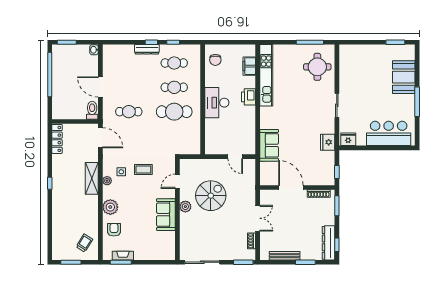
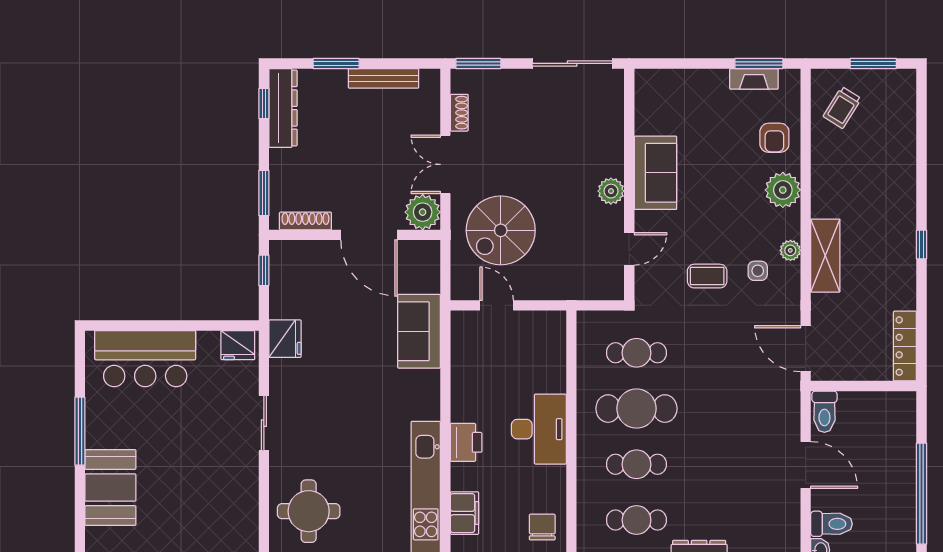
toilet: (89, 61) -> (832, 524), added
cafe table: (129, 112) -> (636, 353), moved
spiral stairs: (211, 196) -> (501, 230), moved
plant: (268, 197) -> (423, 212), added

